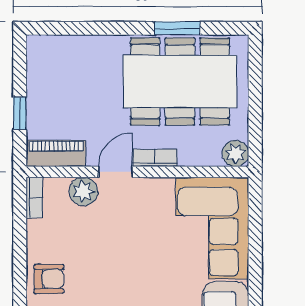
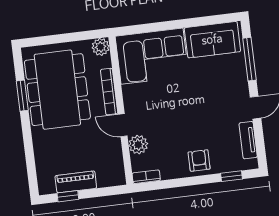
window: (20, 113) -> (68, 196), moved
piano: (56, 153) -> (76, 182), moved, turned 90
bookcase: (155, 158) -> (109, 92), width x1.56

